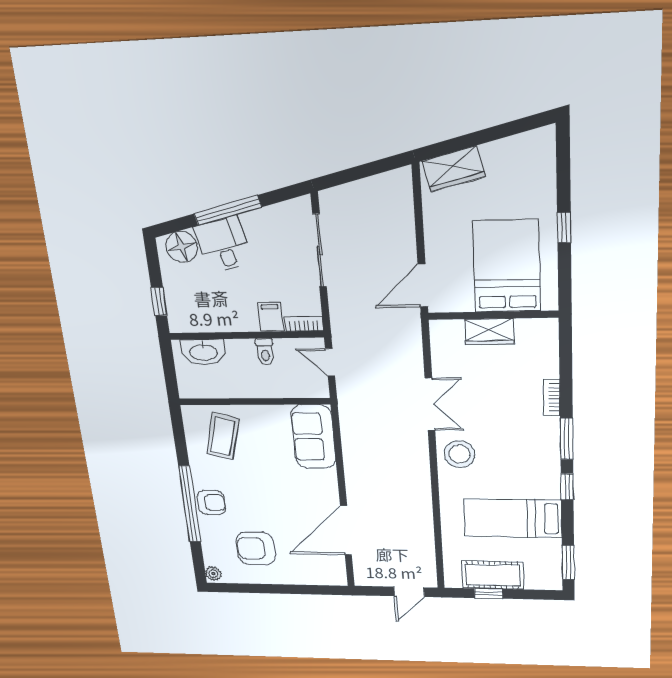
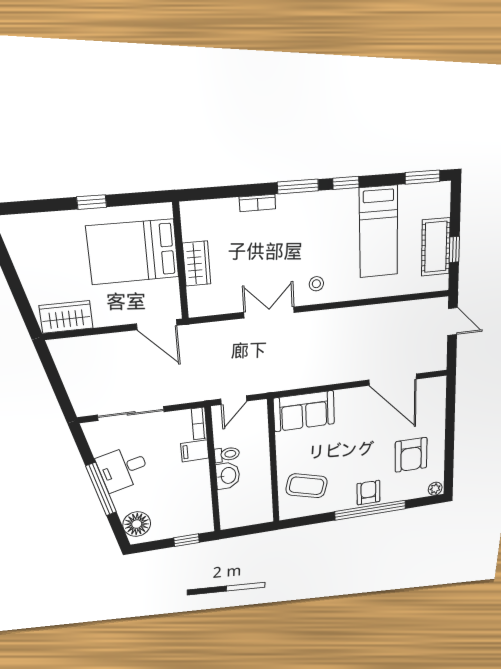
wardrobe: (454, 169) -> (66, 317), moved, turned -76
desk: (223, 245) -> (123, 468), moved
washbasin: (203, 352) -> (228, 476), moved, width x0.72
stool: (459, 454) -> (316, 284), width x0.53, depth x0.53

